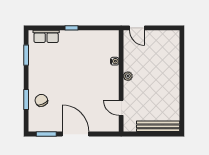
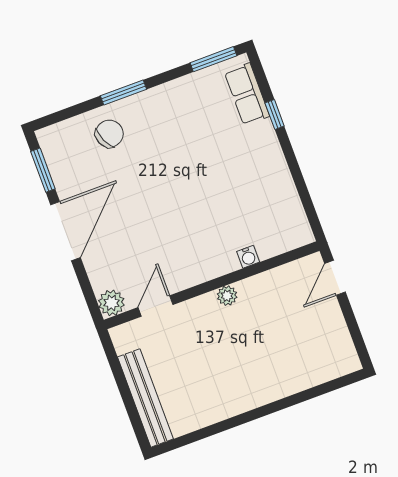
window: (71, 28) -> (275, 114), moved
window: (26, 55) -> (213, 59), moved
window: (26, 99) -> (123, 92), moved
plant: (113, 126) -> (111, 303), added

